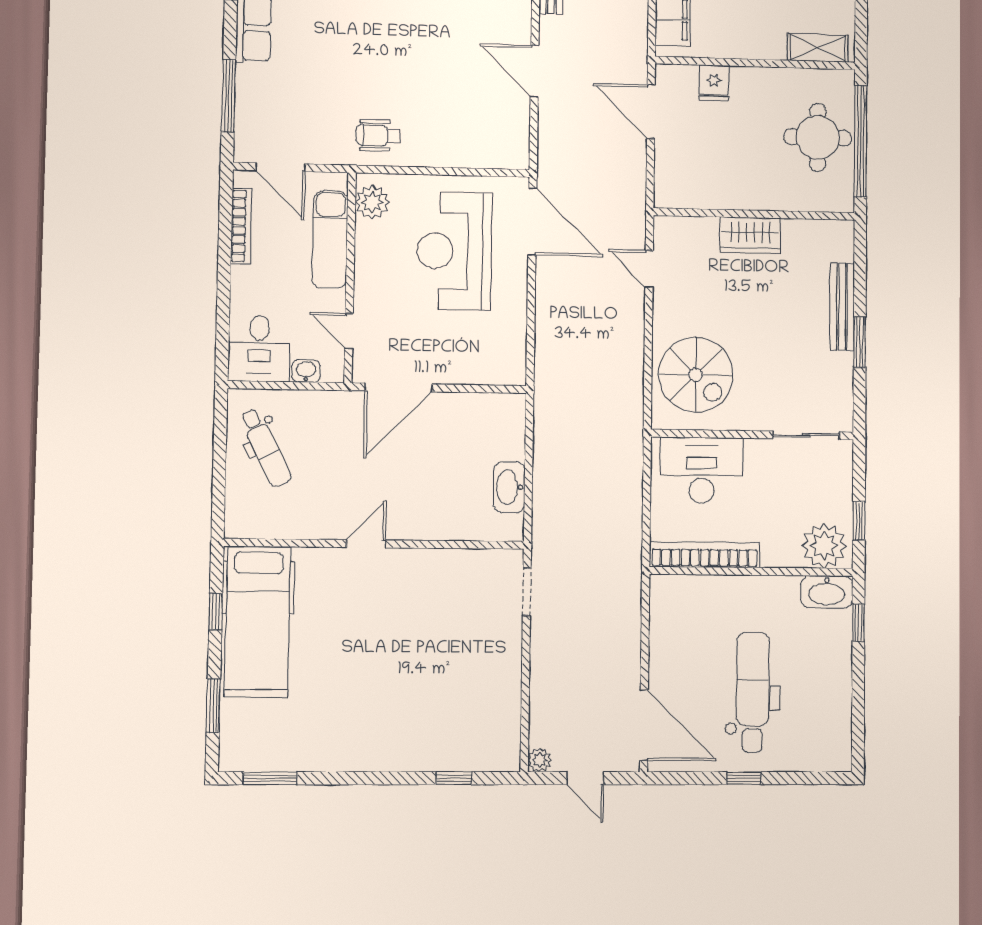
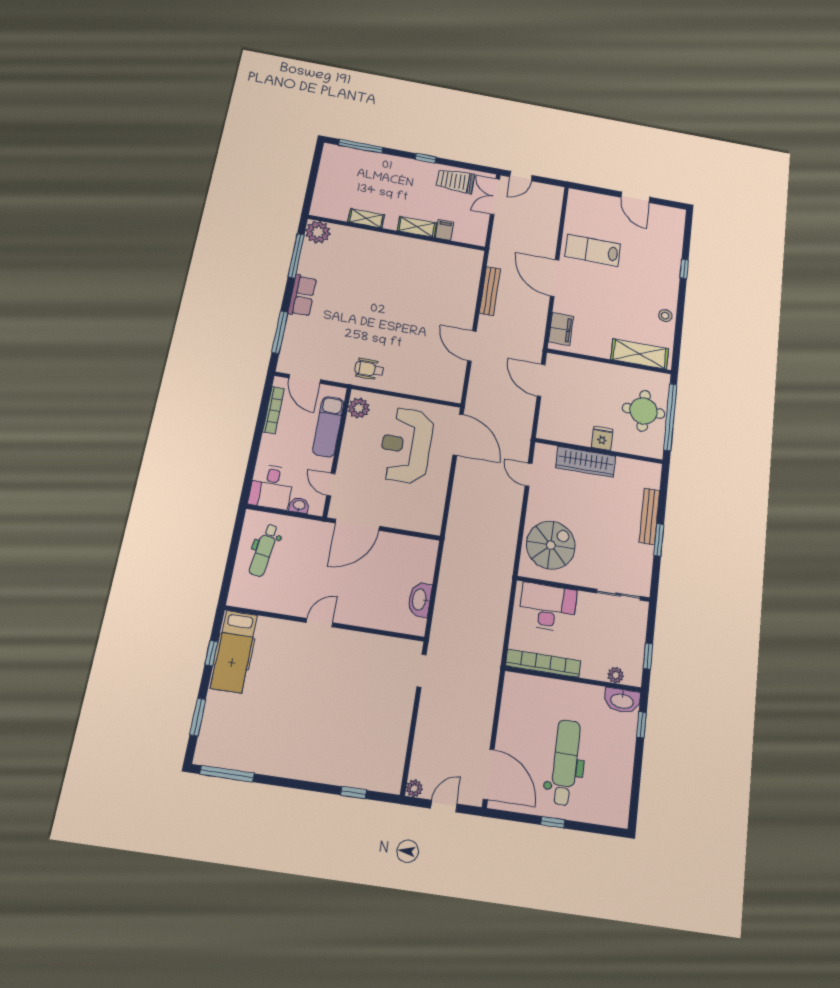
shelving: (818, 48) -> (640, 354), width x1.50, depth x1.33
fridge: (714, 83) -> (602, 438), moved, turned 180
wardrobe: (750, 235) -> (586, 462), width x1.50
spiral stairs: (696, 375) -> (551, 545), turned -90
dental chair: (265, 448) -> (264, 550), turned 35
plant: (824, 546) -> (616, 675), width x0.53, depth x0.53
hospital bed: (258, 622) -> (234, 652), width x0.73, depth x0.78
window: (270, 778) -> (227, 774), width x1.44
door: (585, 778) -> (444, 806), swing flipped

